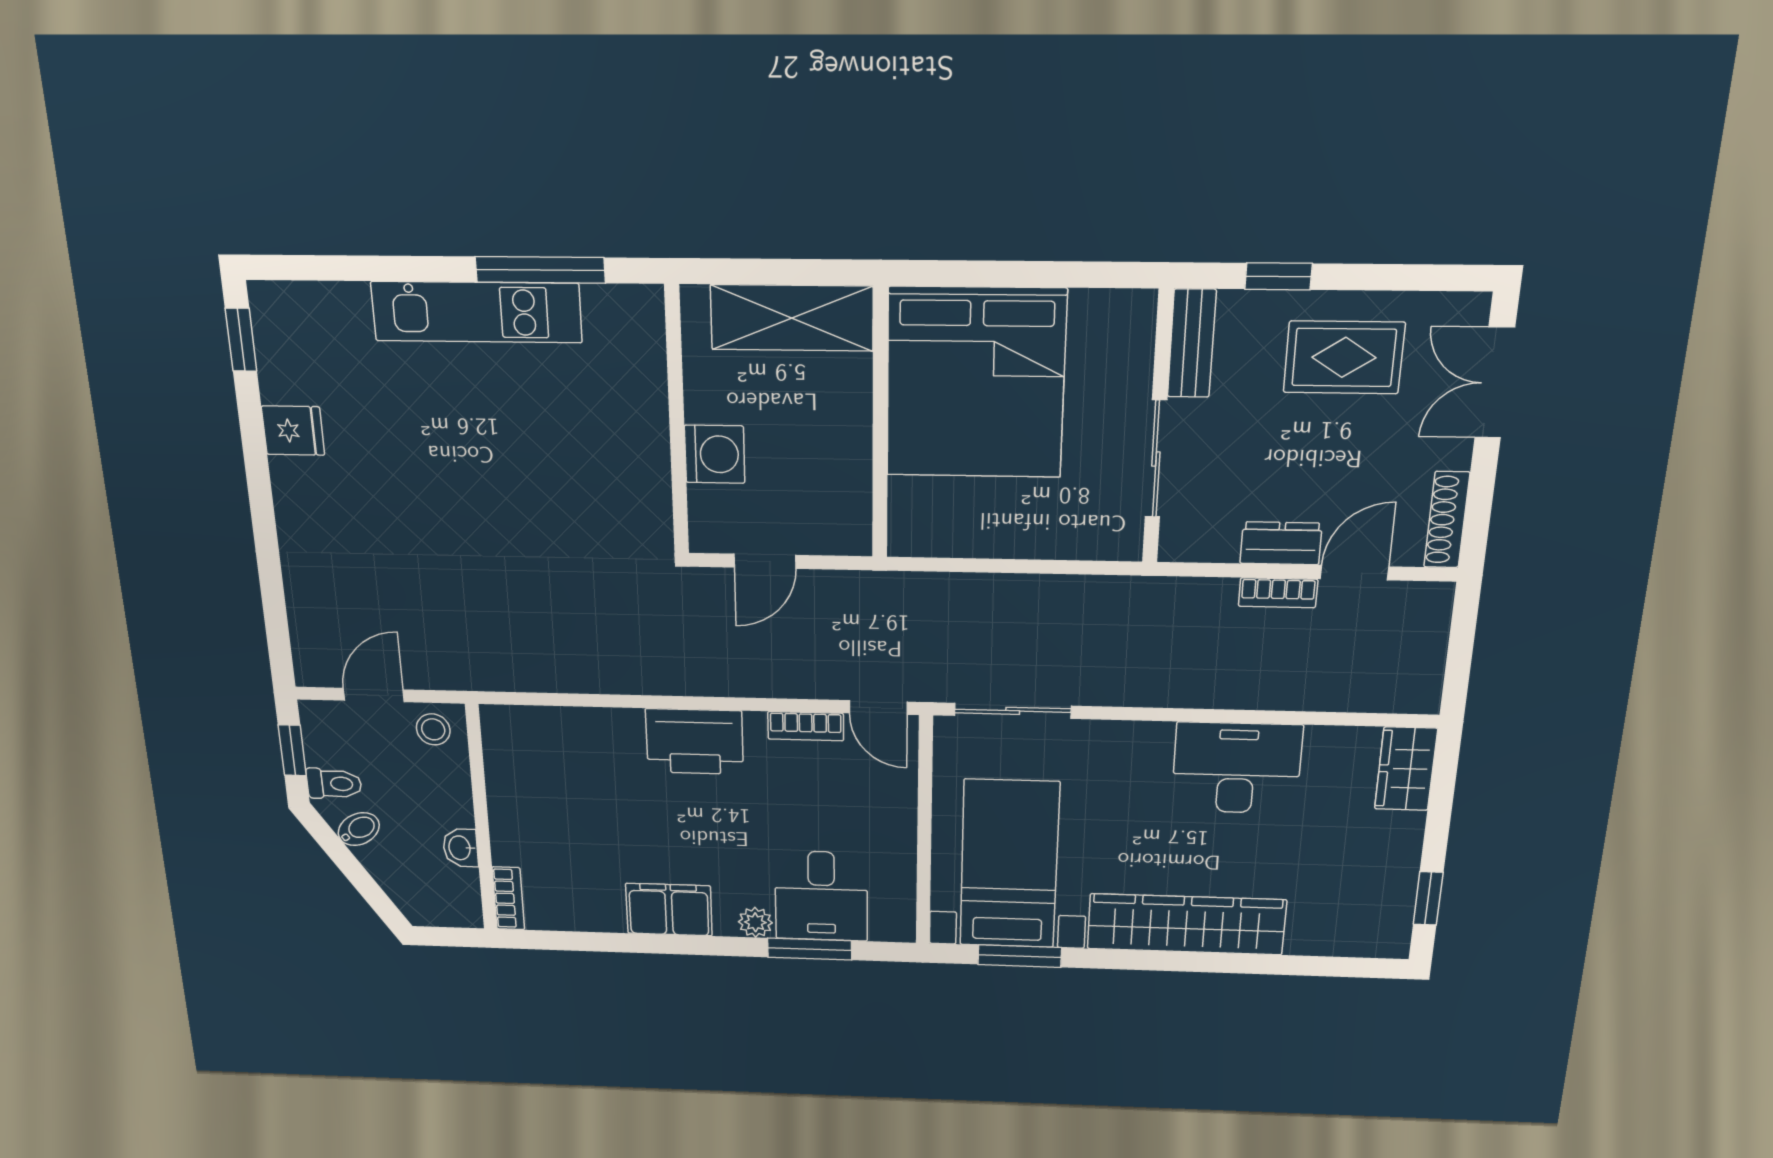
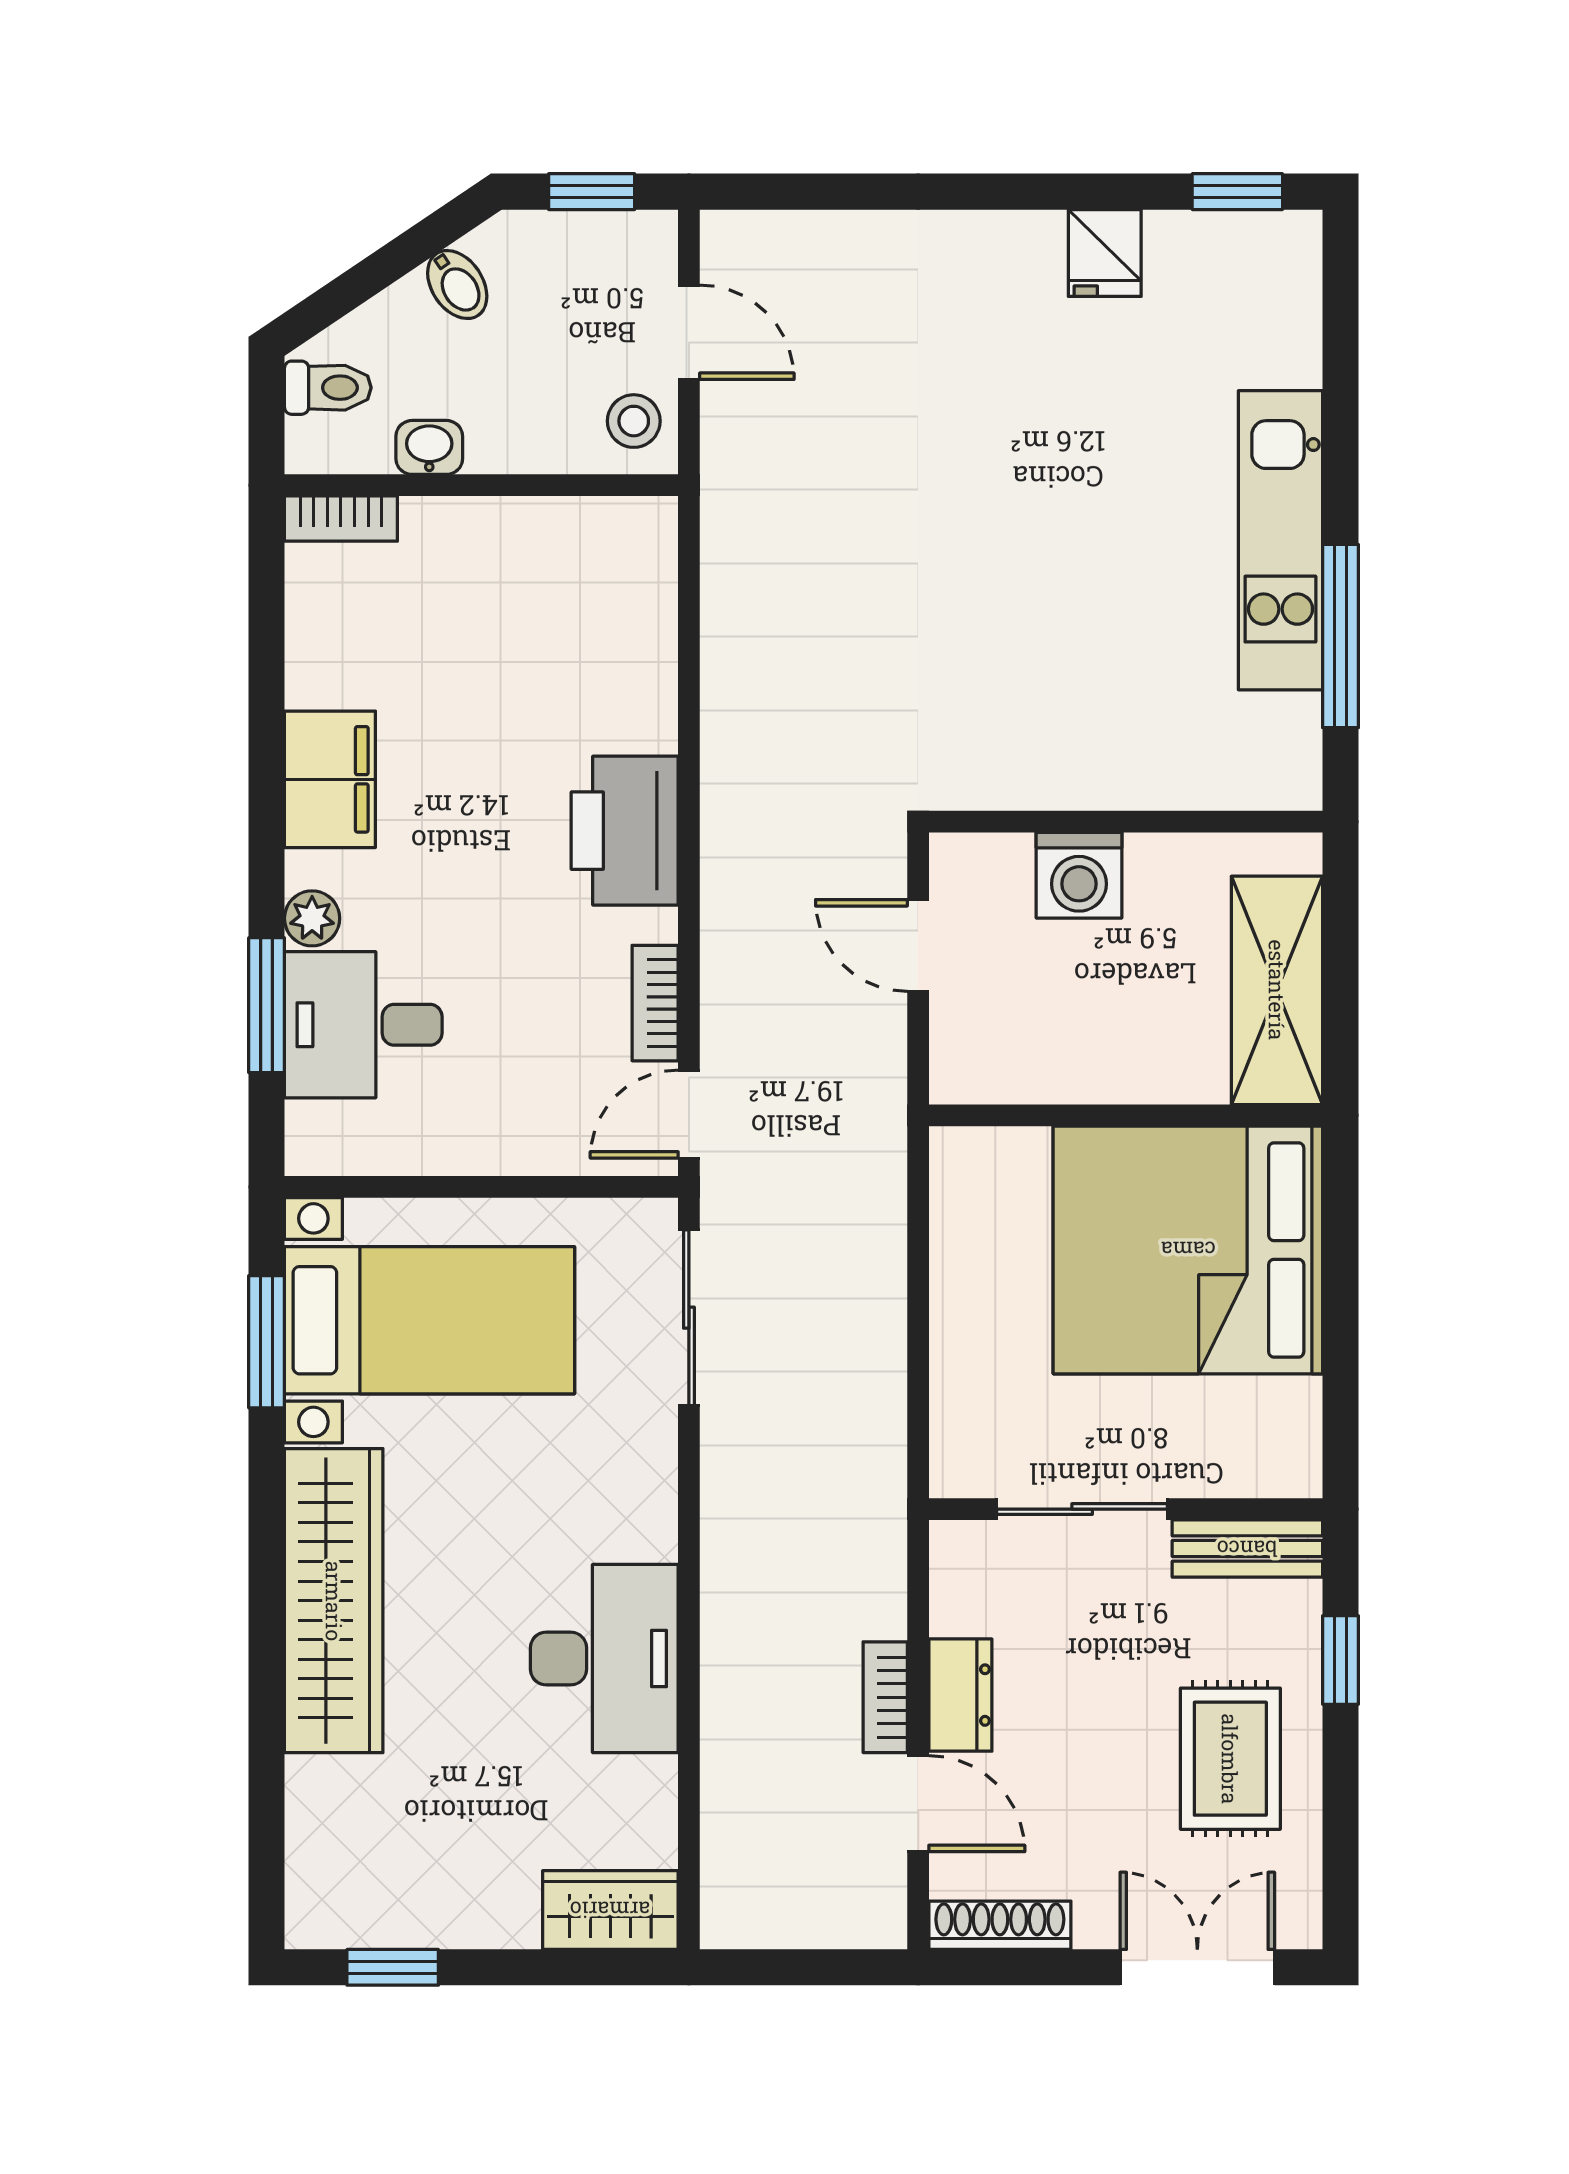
toilet: (334, 784) -> (328, 388), moved, turned -90

